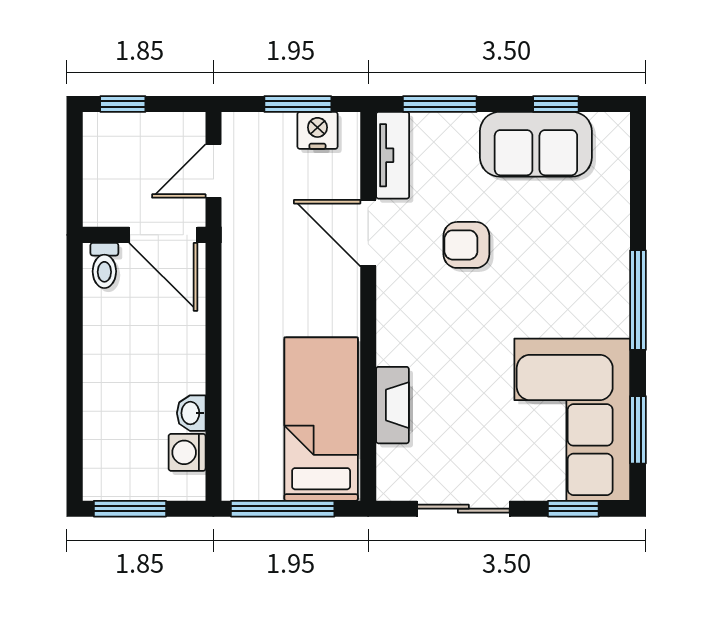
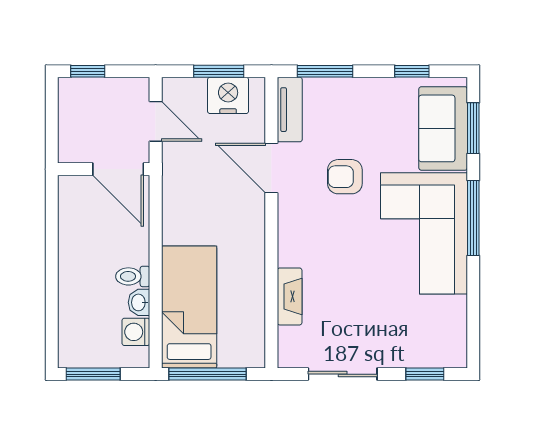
nightstand: (317, 130) -> (228, 95), width x1.36, depth x1.33
sofa: (536, 144) -> (443, 128), moved, turned 90
door: (213, 171) -> (156, 121), swing flipped
toilet: (104, 265) -> (133, 276), moved, turned 90
bed: (321, 419) -> (189, 307), moved
corner sofa: (572, 420) -> (424, 233), moved
window: (638, 430) -> (473, 128), moved

